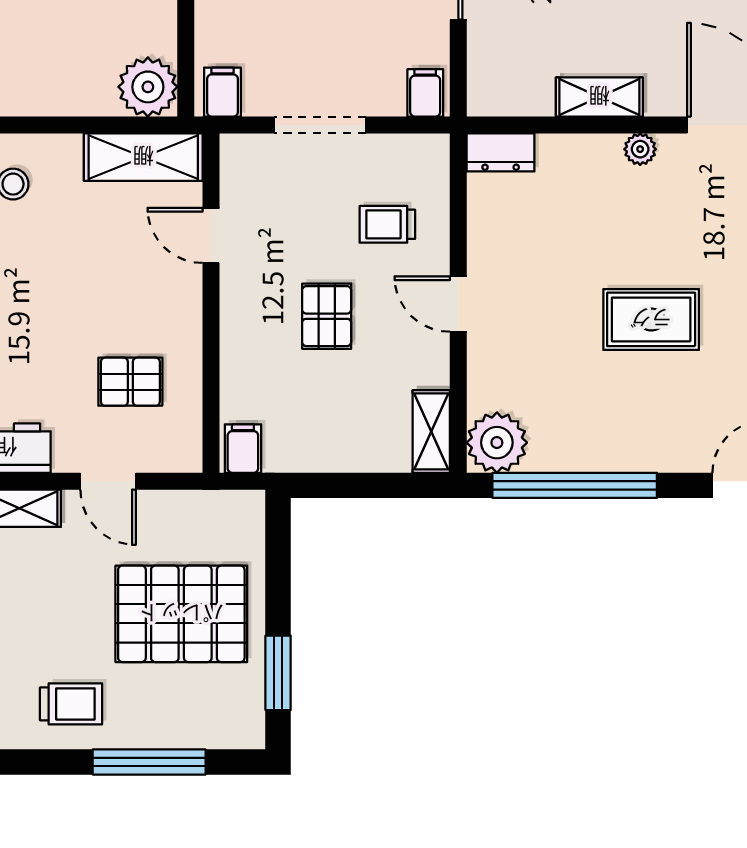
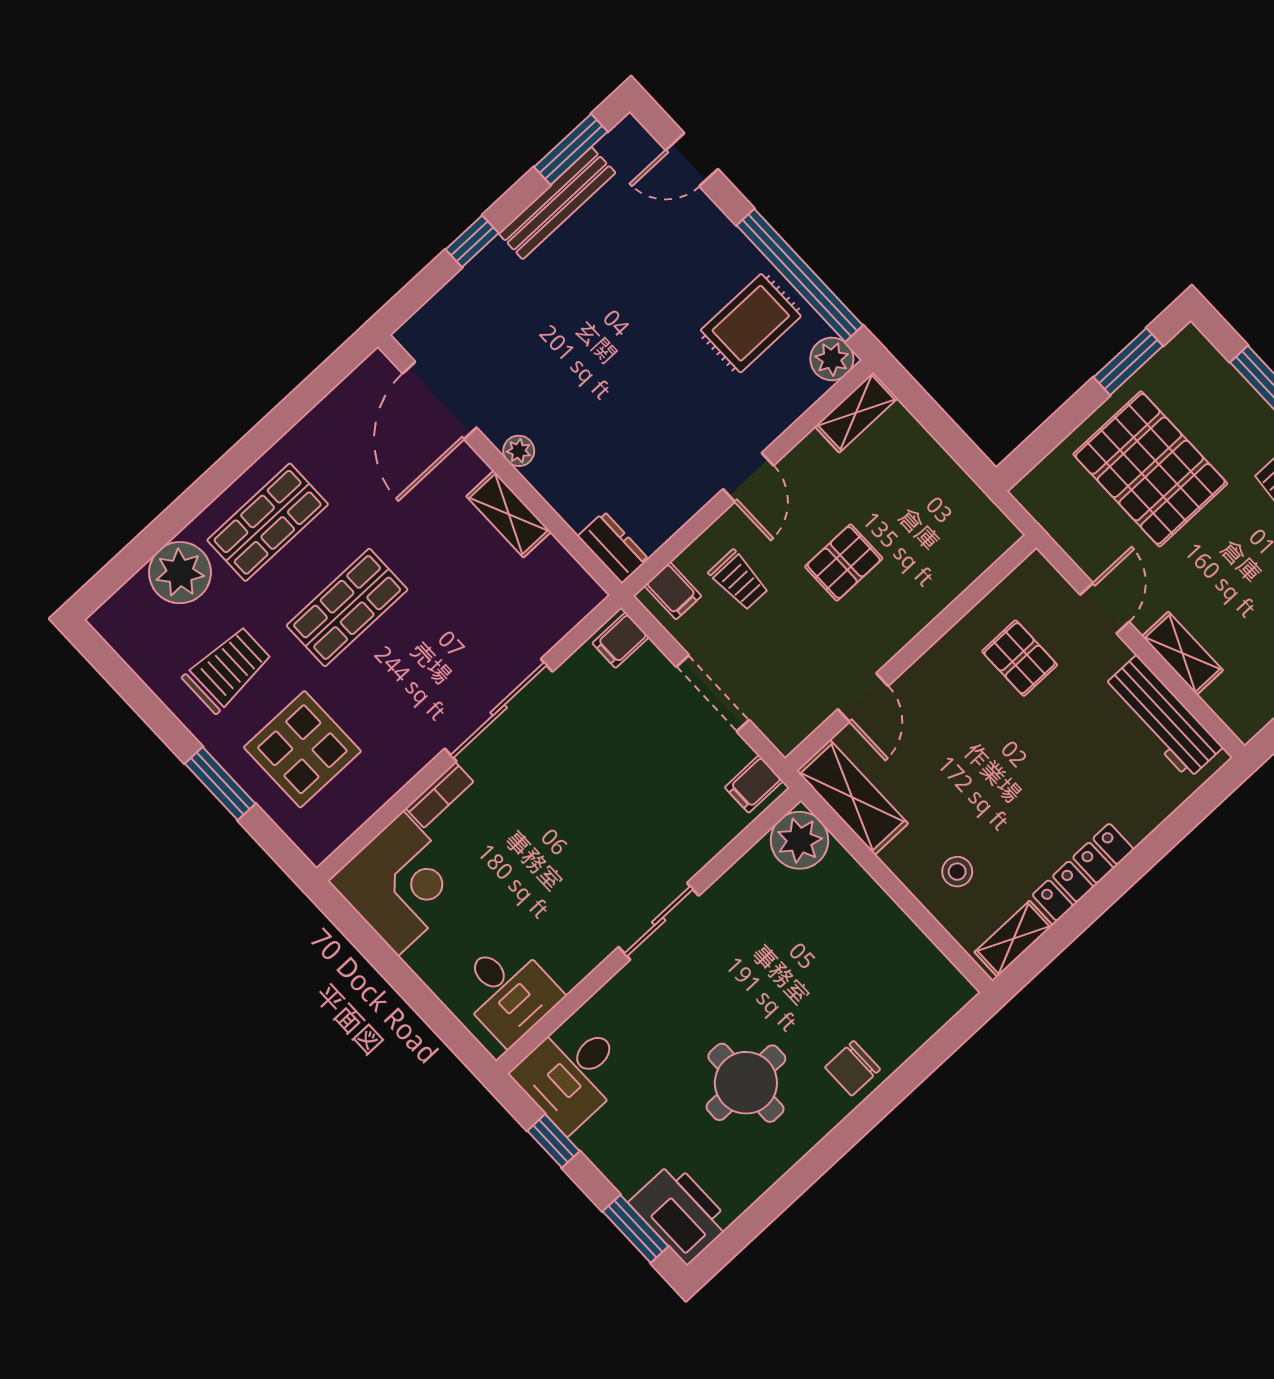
rug: (651, 319) -> (751, 323), moved, turned 90
plant: (497, 443) -> (832, 359), width x0.73, depth x0.73
filing cabinet: (243, 449) -> (673, 591), moved, turned -90

